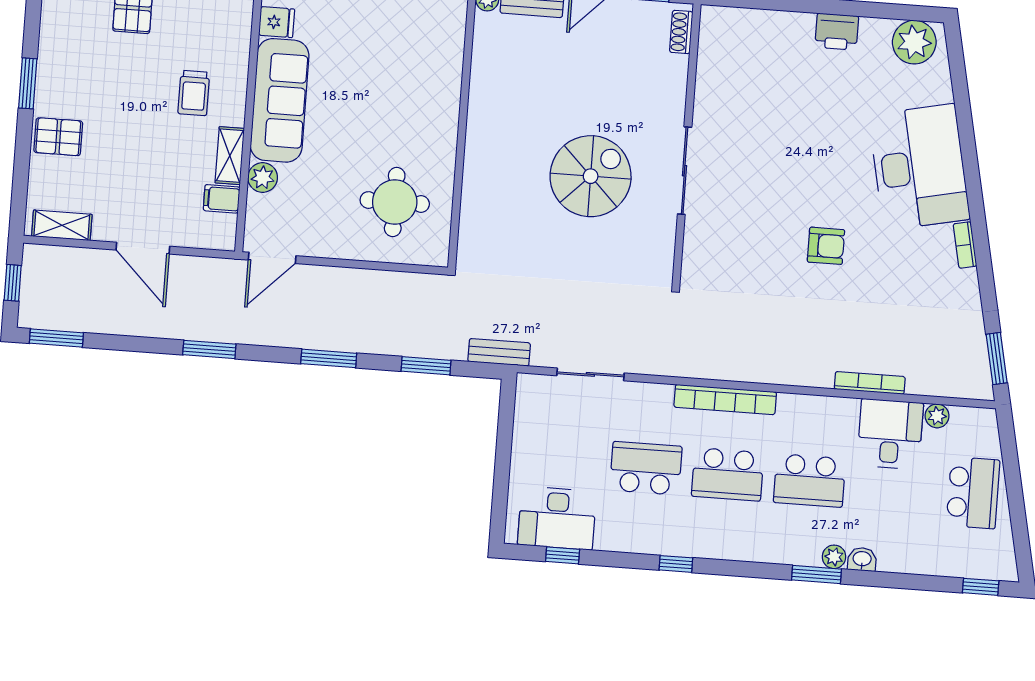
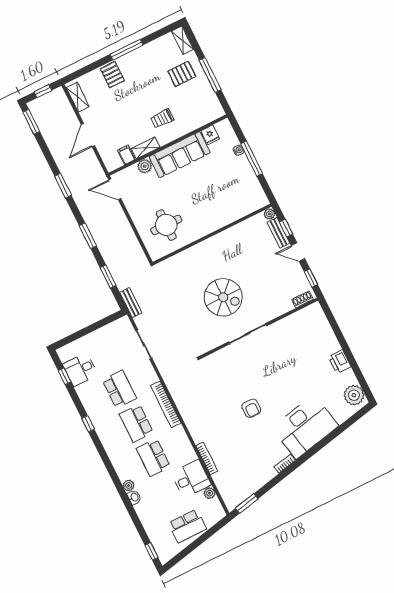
window: (28, 83) -> (126, 50), width x1.44
desk: (557, 518) -> (80, 369), width x0.73
window: (816, 575) -> (117, 483), removed

